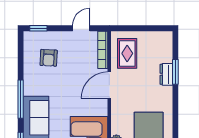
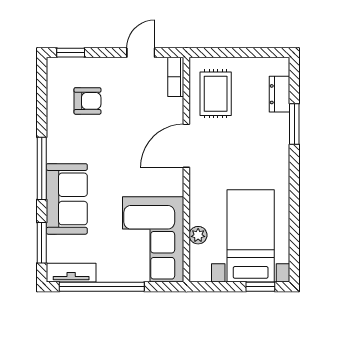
bookcase: (103, 50) -> (176, 77), width x0.64
armchair: (49, 58) -> (87, 101), turned -93
dresser: (166, 74) -> (280, 94), moved

